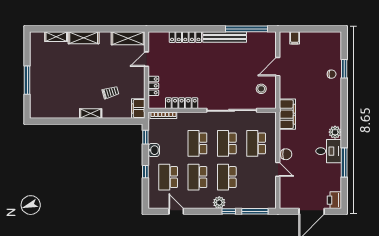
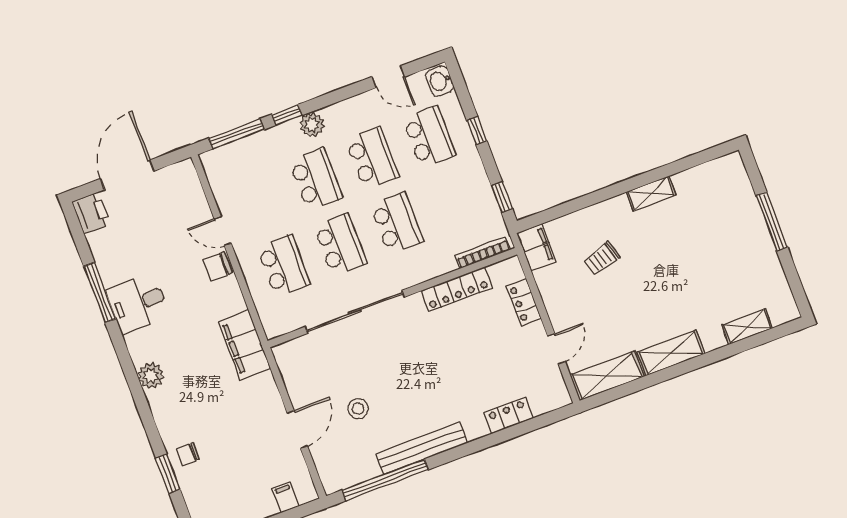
locker: (185, 37) -> (508, 415), width x0.66
shelving: (84, 38) -> (671, 353), moved
stool: (261, 89) -> (358, 409), moved
shelving: (91, 113) -> (651, 193), moved
plant: (335, 132) -> (151, 376), moved
washbasin: (154, 150) -> (440, 81), moved

